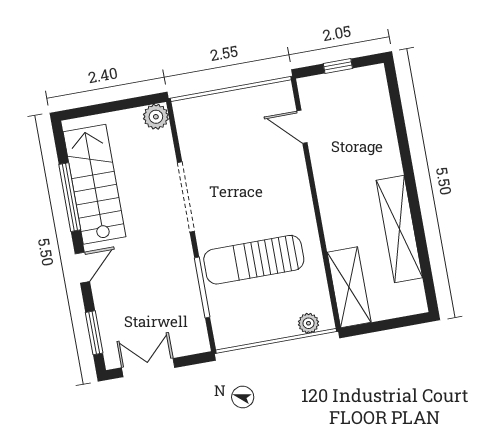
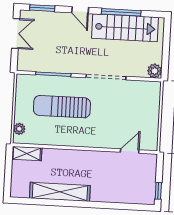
window: (338, 66) -> (158, 191), moved
sun lounger: (254, 260) -> (62, 107), turned -90
shelving: (349, 287) -> (27, 154), width x0.67, depth x0.75

